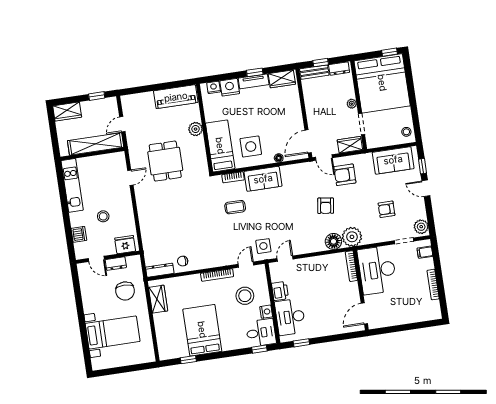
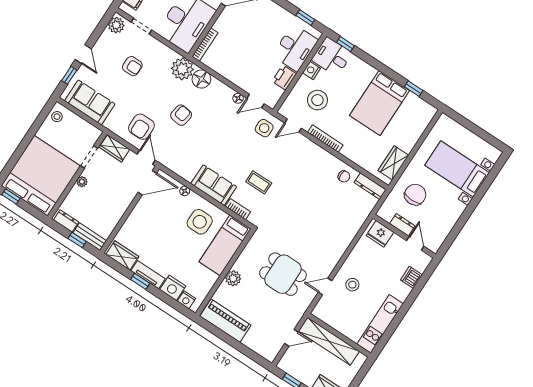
dining table: (165, 161) -> (283, 274), turned 90
armchair: (345, 175) -> (141, 127), turned 90
stool: (103, 216) -> (352, 285), moved
floor lamp: (298, 250) -> (238, 98), added

